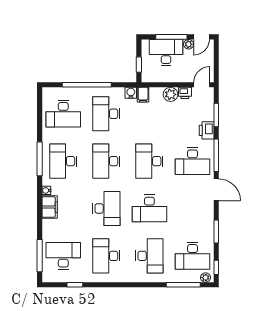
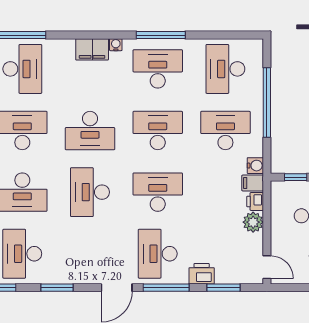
printer: (185, 93) -> (255, 201), moved

